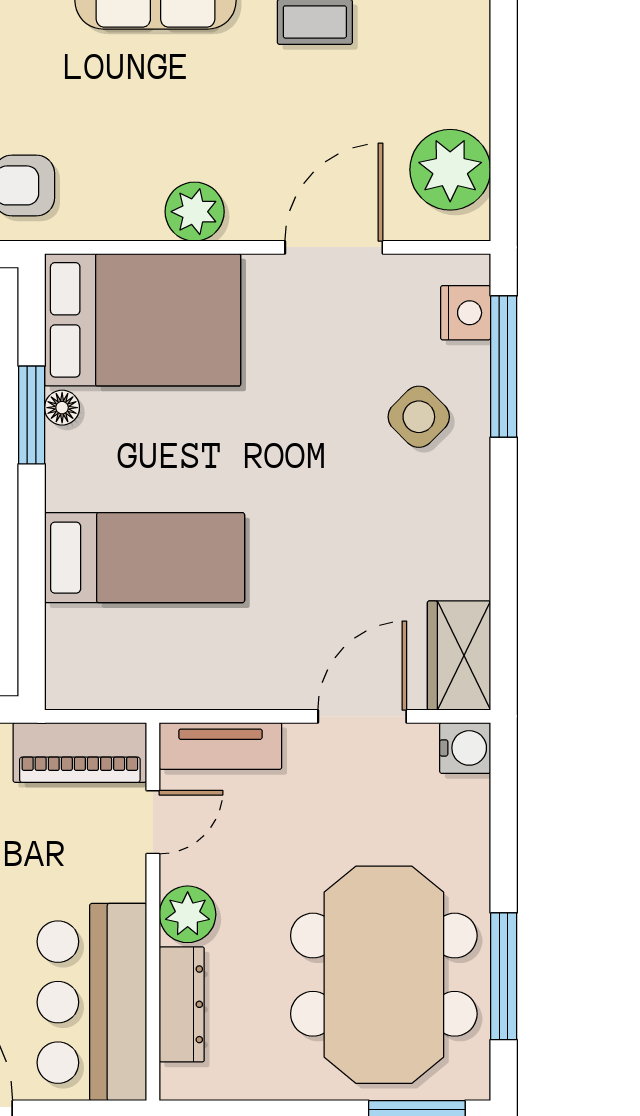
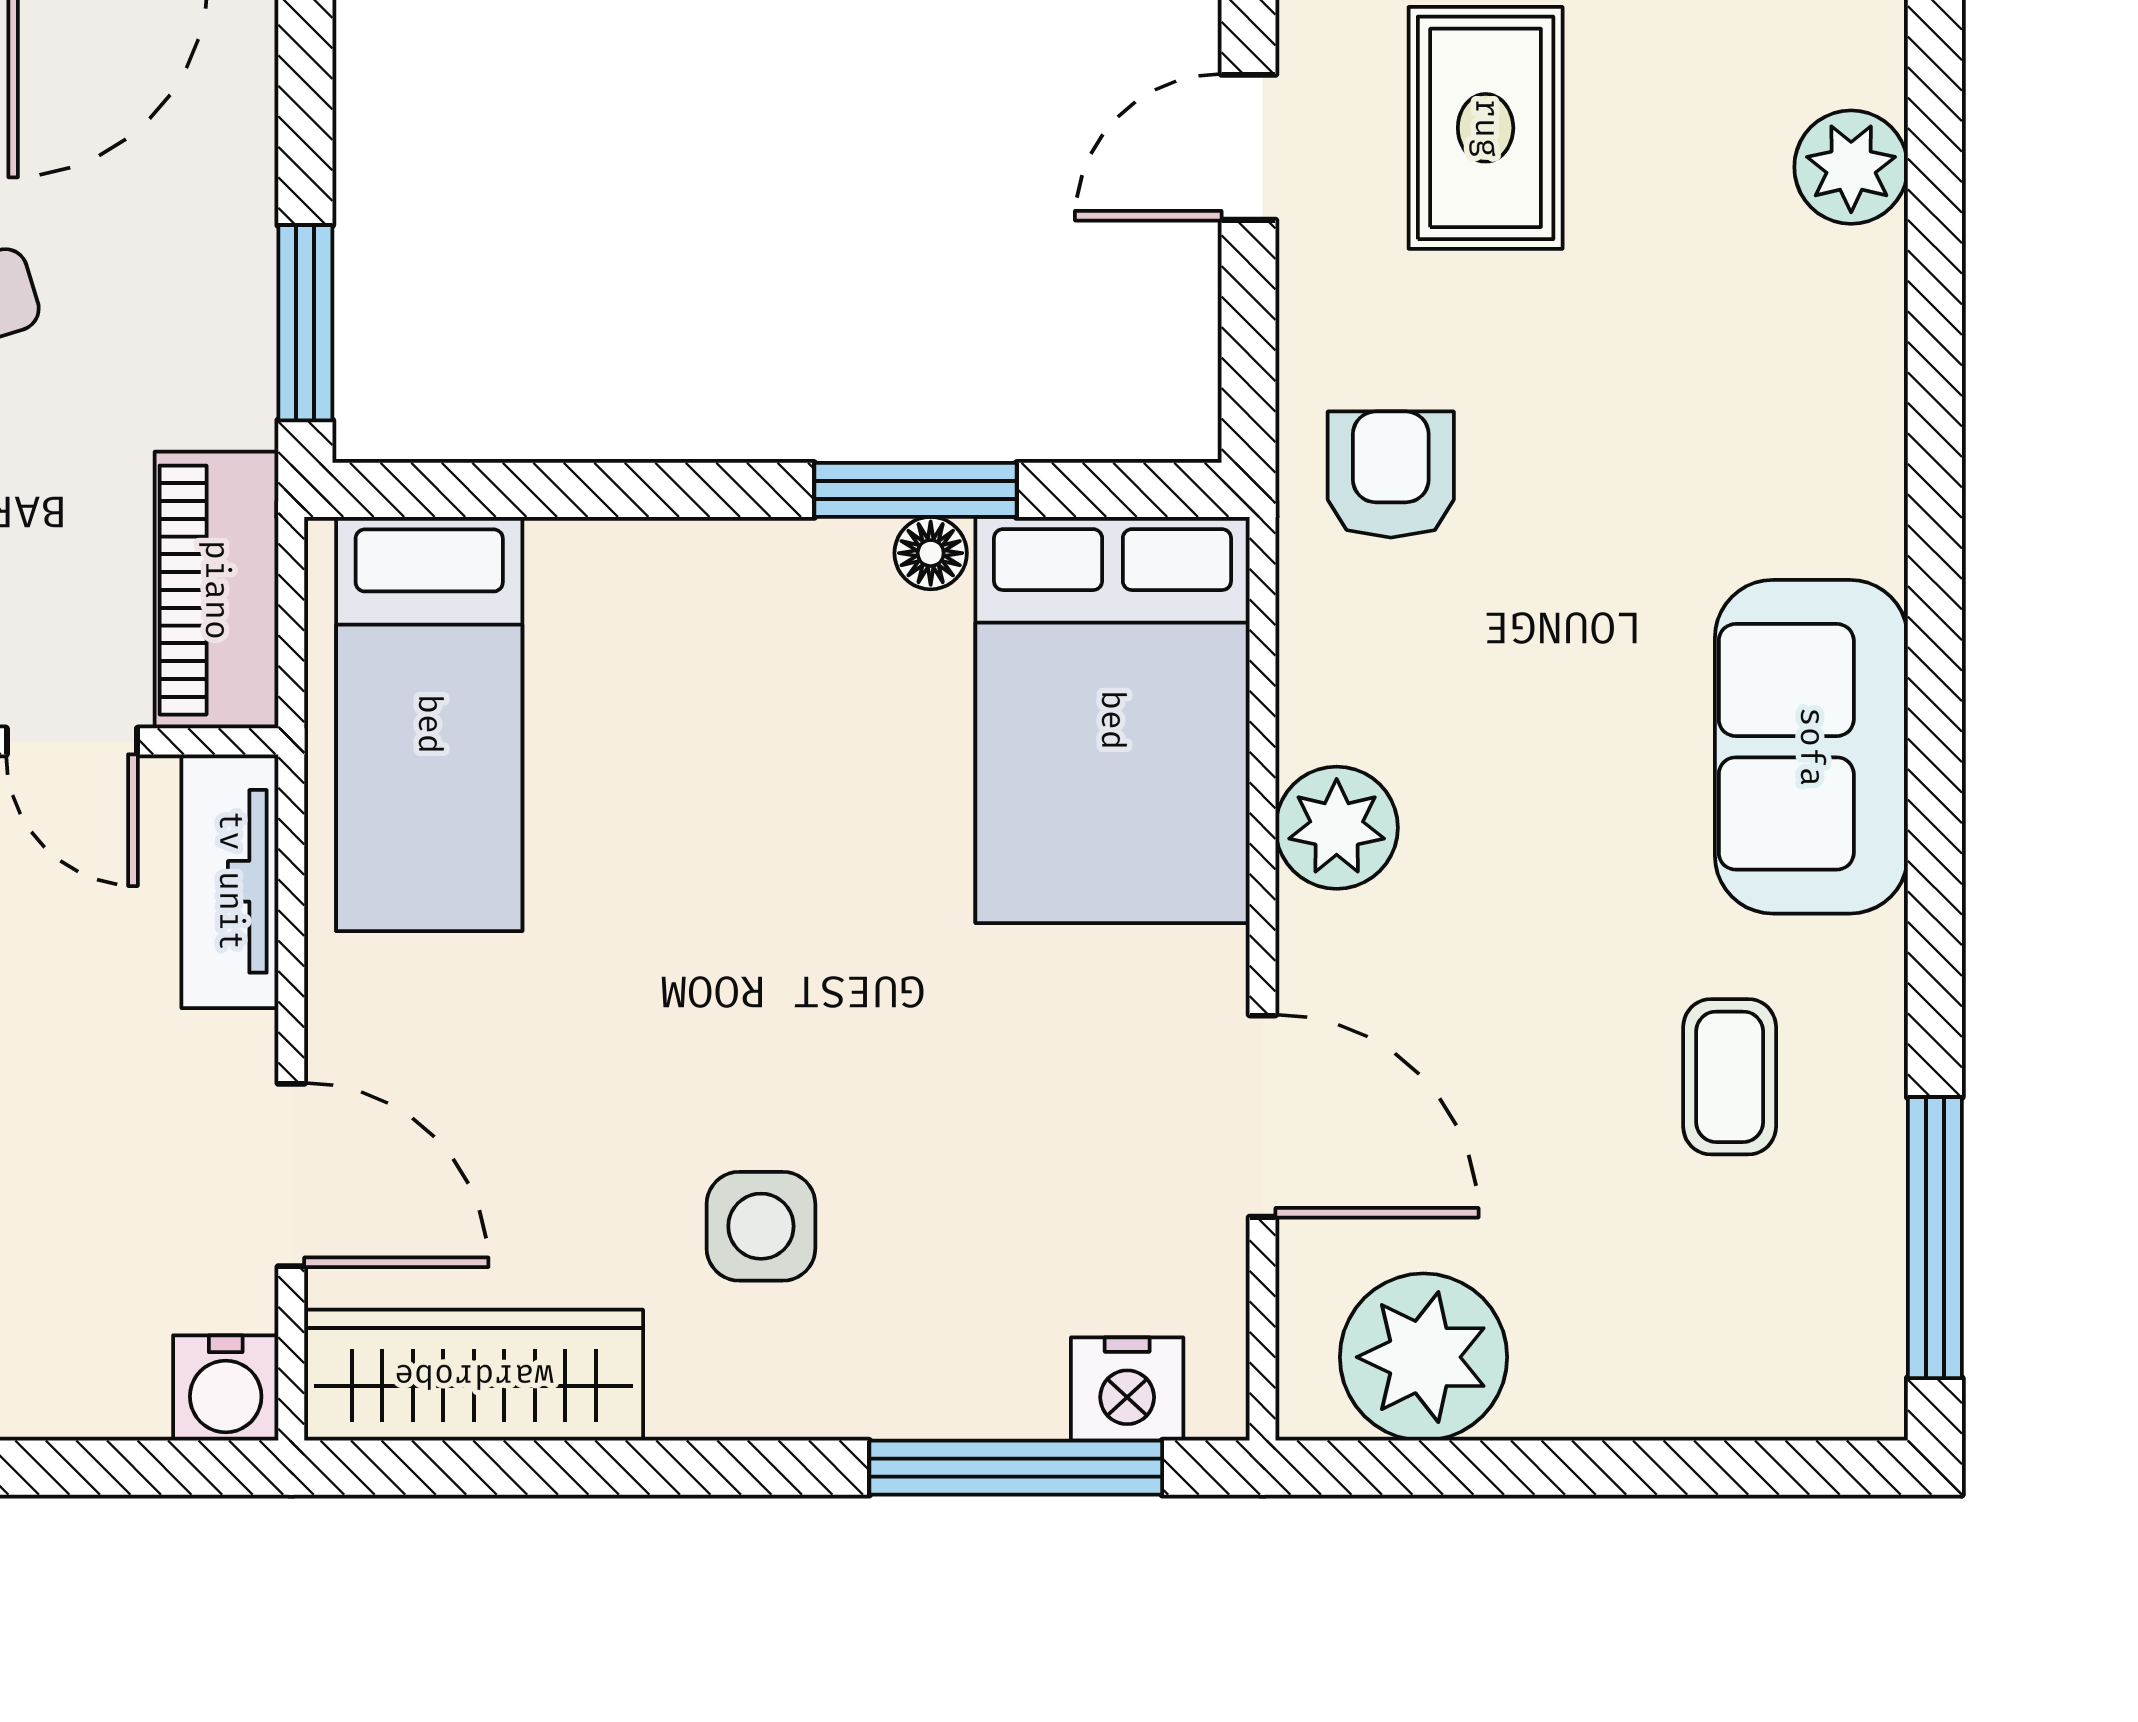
side table: (419, 417) -> (761, 1226), moved, turned 45
bed: (145, 558) -> (429, 724), moved
wardrobe: (459, 655) -> (474, 1375), width x1.50

